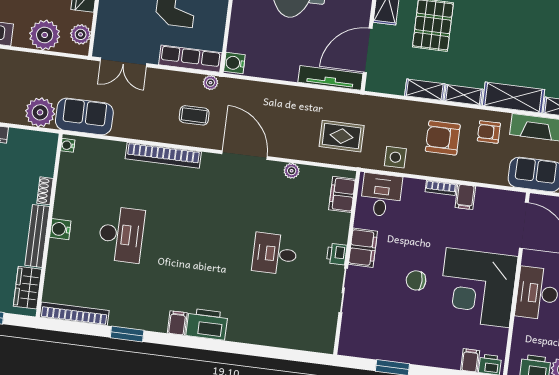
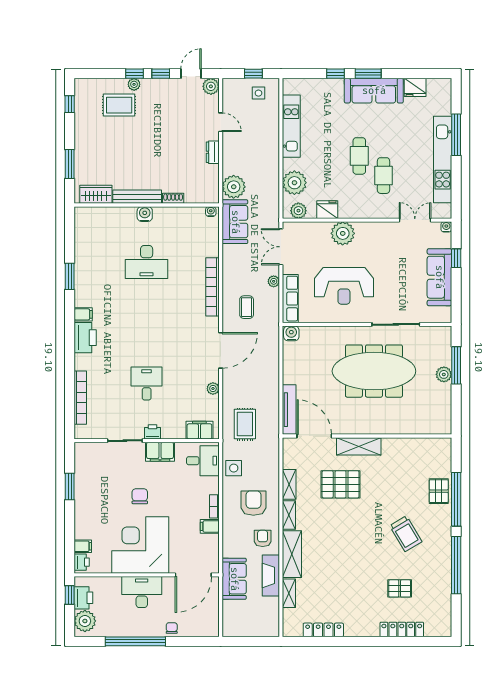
plant: (210, 83) -> (274, 281), moved
bookcase: (74, 314) -> (80, 398), moved

